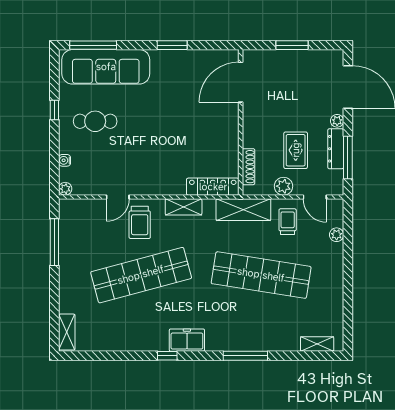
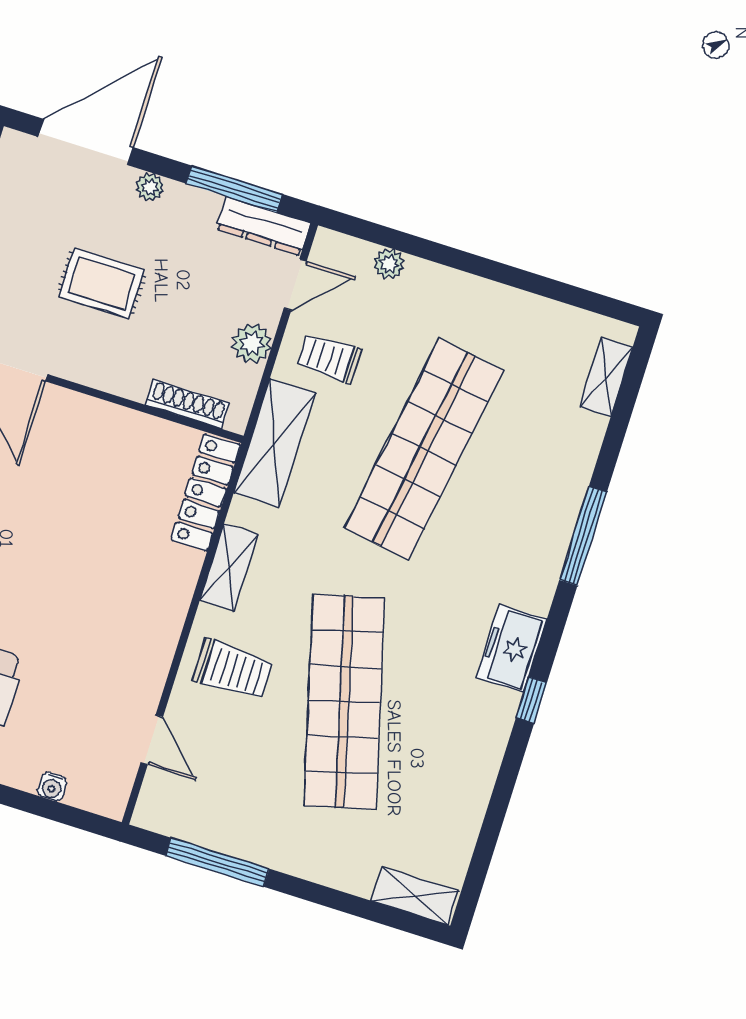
dresser: (336, 149) -> (263, 226), moved
rug: (296, 150) -> (102, 283), moved
plant: (65, 189) -> (112, 804), removed
door: (118, 197) -> (152, 740), moved

